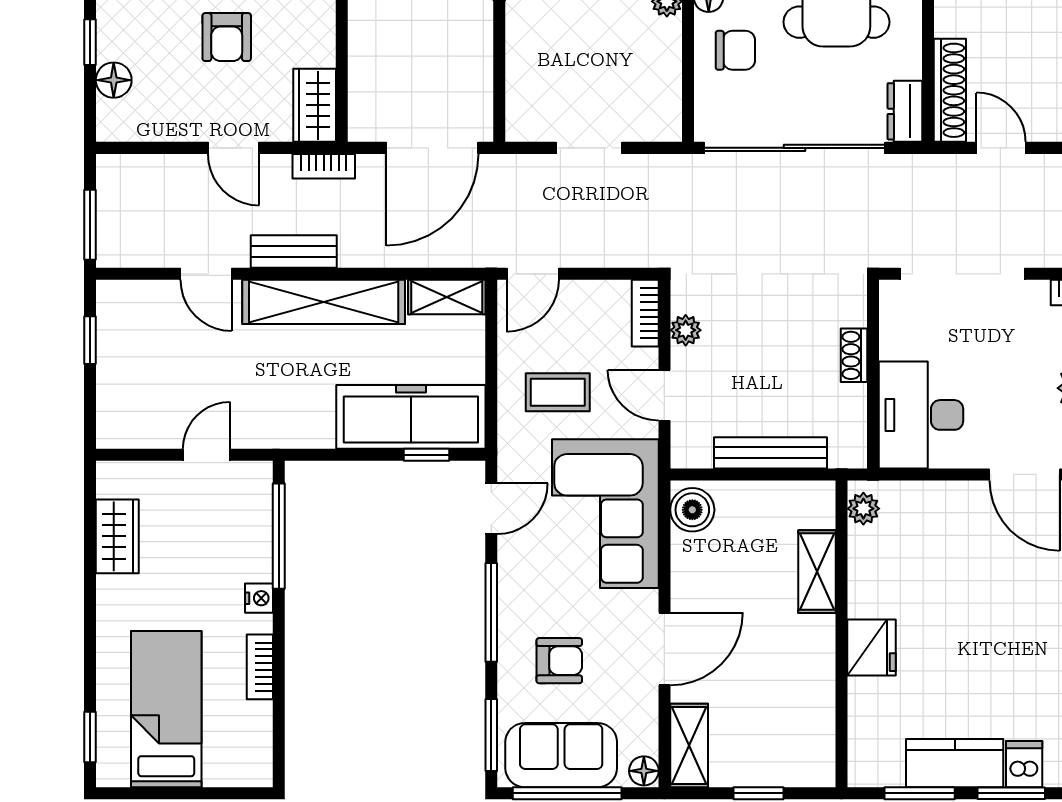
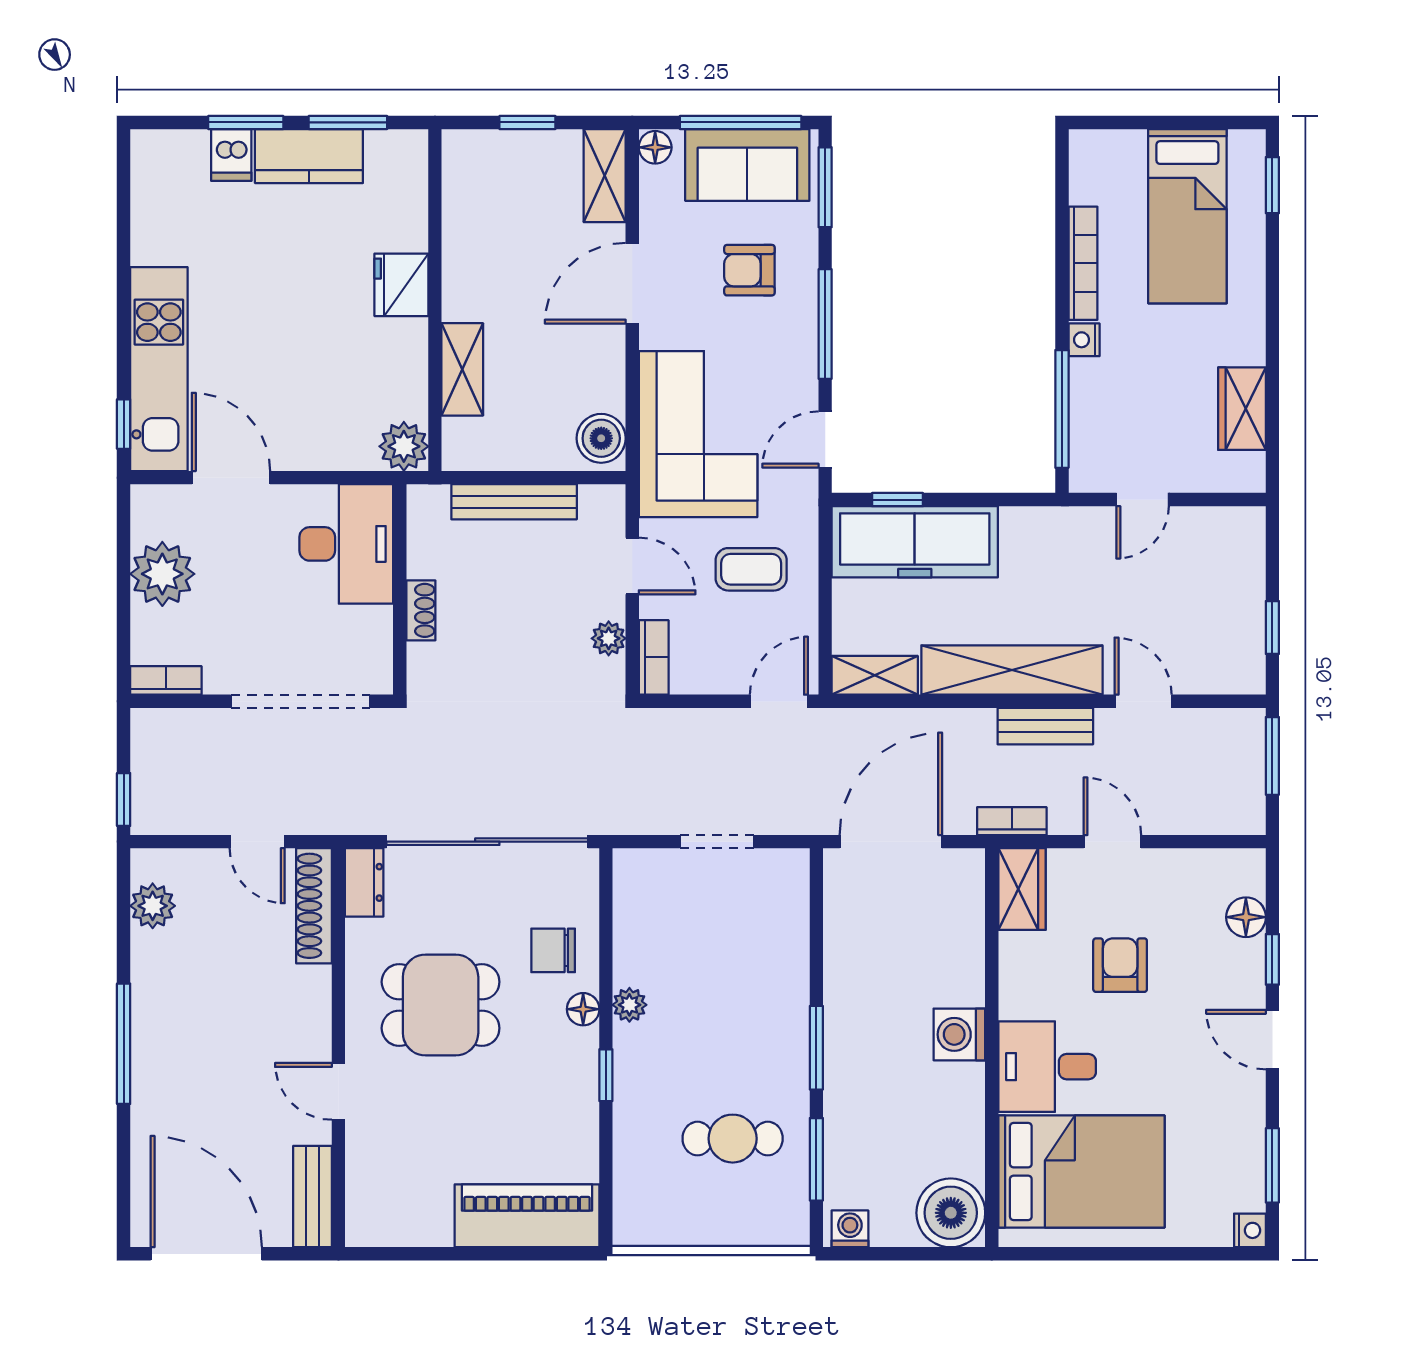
plant: (863, 509) -> (404, 446), width x1.38, depth x1.38
bookcase: (260, 667) -> (1083, 263), width x1.56

